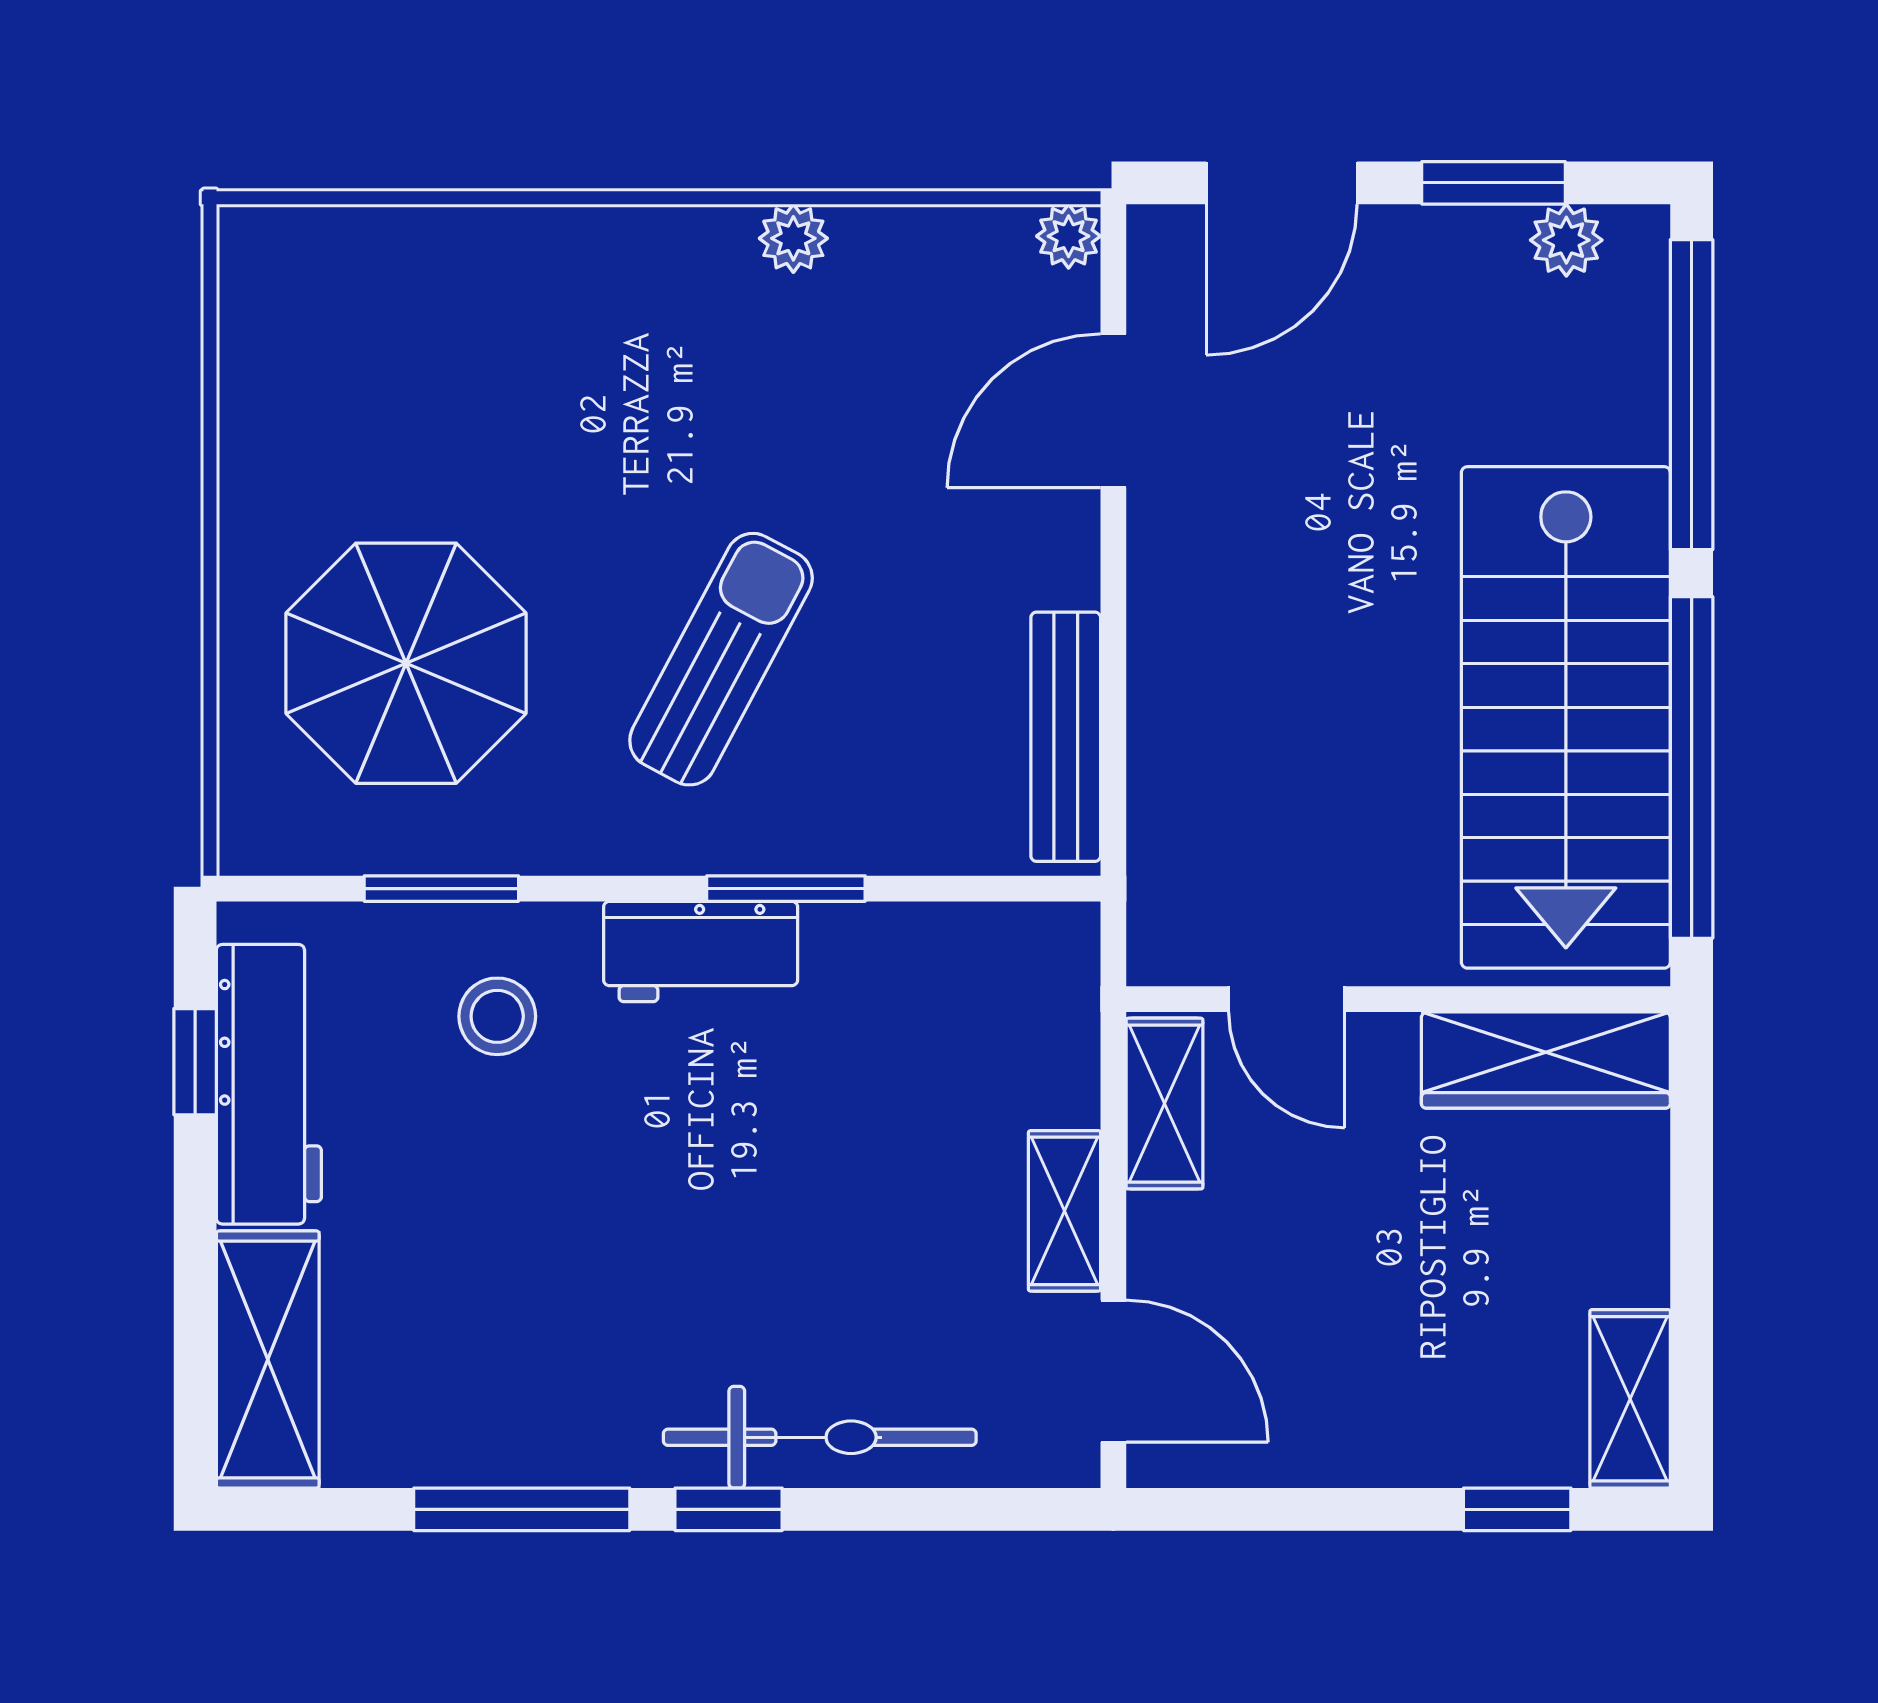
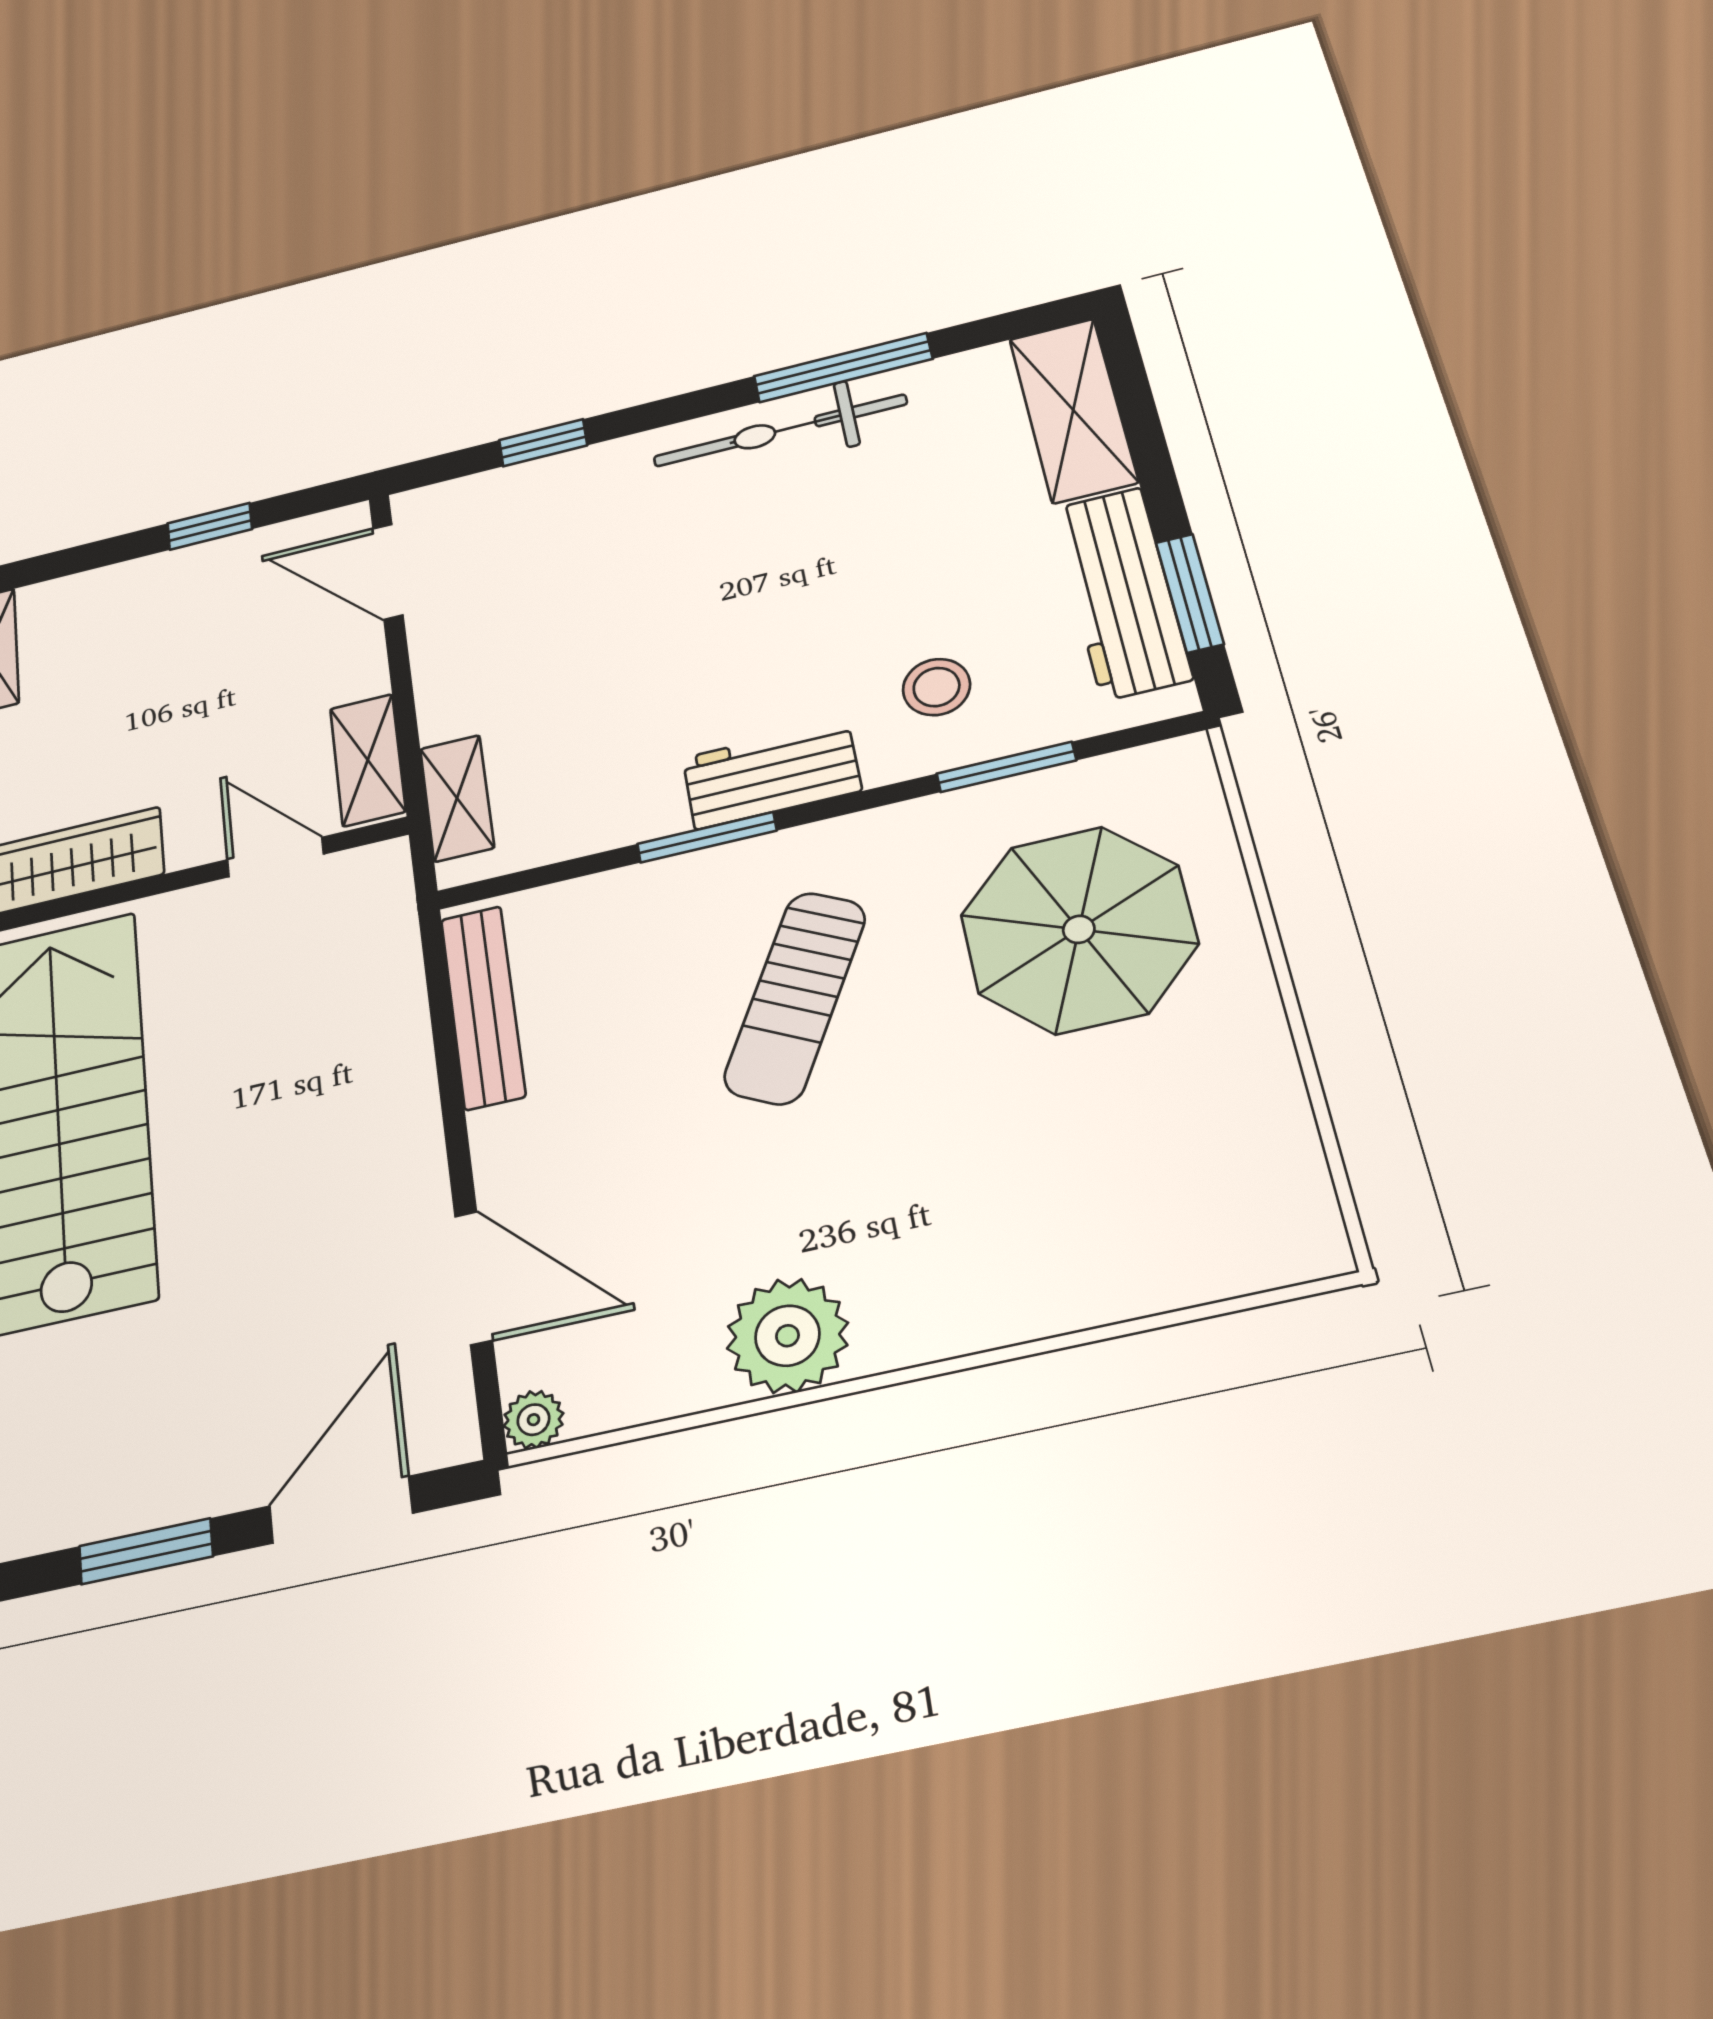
plant: (793, 238) -> (787, 1336), width x1.88, depth x1.88
plant: (1566, 240) -> (77, 1514), removed
door: (1113, 411) -> (474, 1278), hinge flipped
window: (195, 1062) -> (1190, 593), width x1.50
shelving: (1065, 1211) -> (457, 798), moved
bicycle: (820, 1437) -> (780, 431), moved
window: (729, 1509) -> (543, 443), moved
window: (1517, 1509) -> (210, 526), moved

